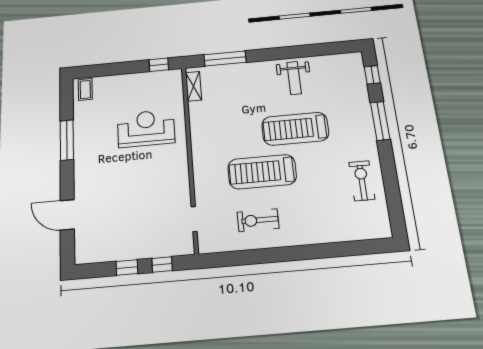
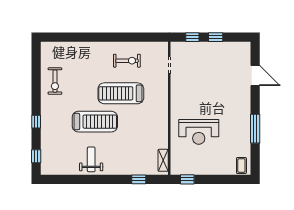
window: (225, 58) -> (139, 179), width x0.46
window: (380, 121) -> (36, 122), width x0.46
treadmill: (262, 172) -> (121, 93), turned 180

